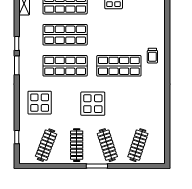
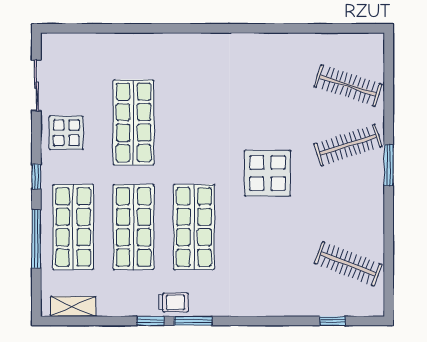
trolley: (152, 56) -> (174, 302), moved
shop shelf: (119, 66) -> (134, 122), moved
display table: (40, 103) -> (265, 276), removed
clothes rail: (77, 145) -> (348, 204), removed

